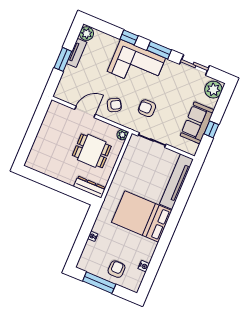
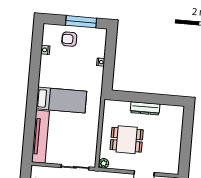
dresser: (90, 187) -> (145, 108), moved
bed: (142, 216) -> (61, 100), width x0.67
armchair: (116, 269) -> (69, 39), turned 90

